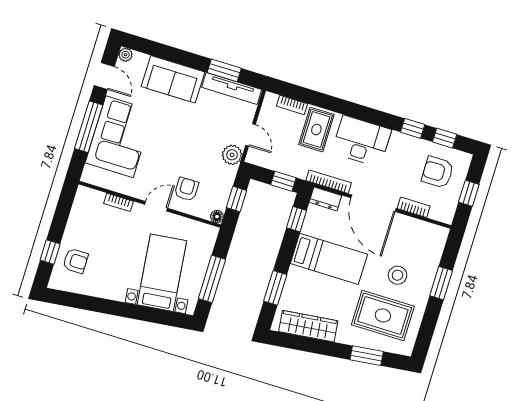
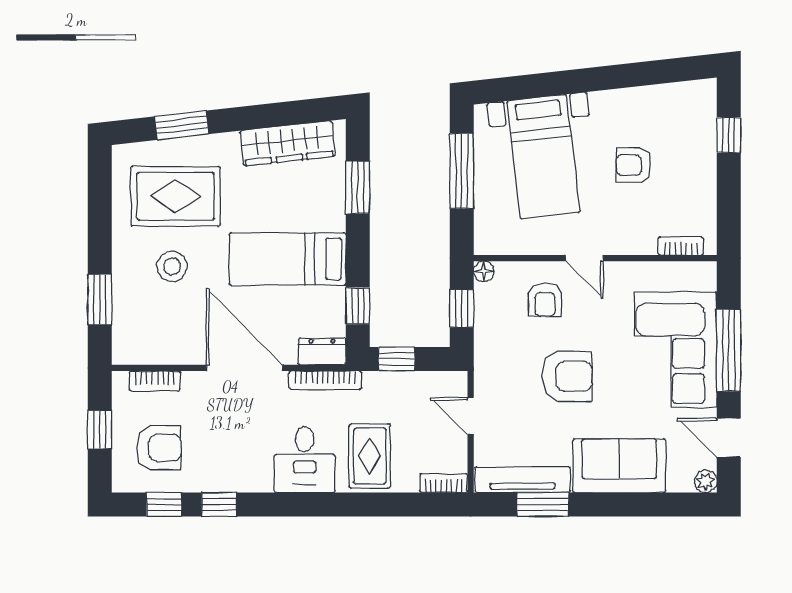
bookcase: (292, 105) -> (444, 483), moved
armchair: (187, 141) -> (567, 376), added
desk: (362, 141) -> (305, 460), width x0.73
plant: (232, 155) -> (490, 376), removed
bookcase: (118, 202) -> (681, 246), moved
door: (156, 206) -> (584, 258), hinge flipped
bookcase: (414, 207) -> (155, 381), moved
armchair: (75, 261) -> (634, 165), moved
window: (441, 283) -> (100, 300), moved

